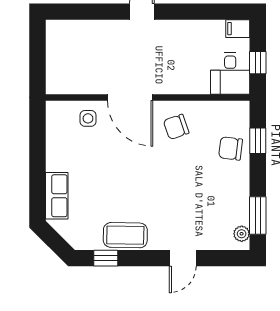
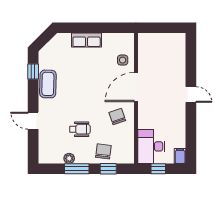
desk: (230, 74) -> (151, 146), width x1.37
wheelchair: (196, 185) -> (80, 129), added
row of seats: (57, 196) -> (87, 40), moved
window: (258, 216) -> (77, 169), moved
plant: (242, 234) -> (69, 158), moved

